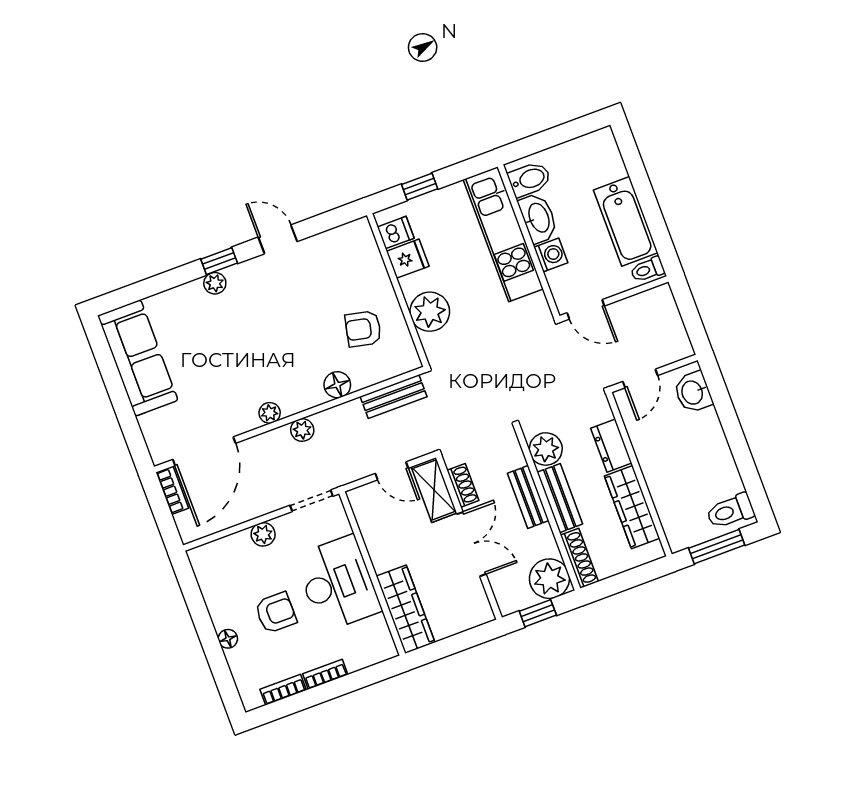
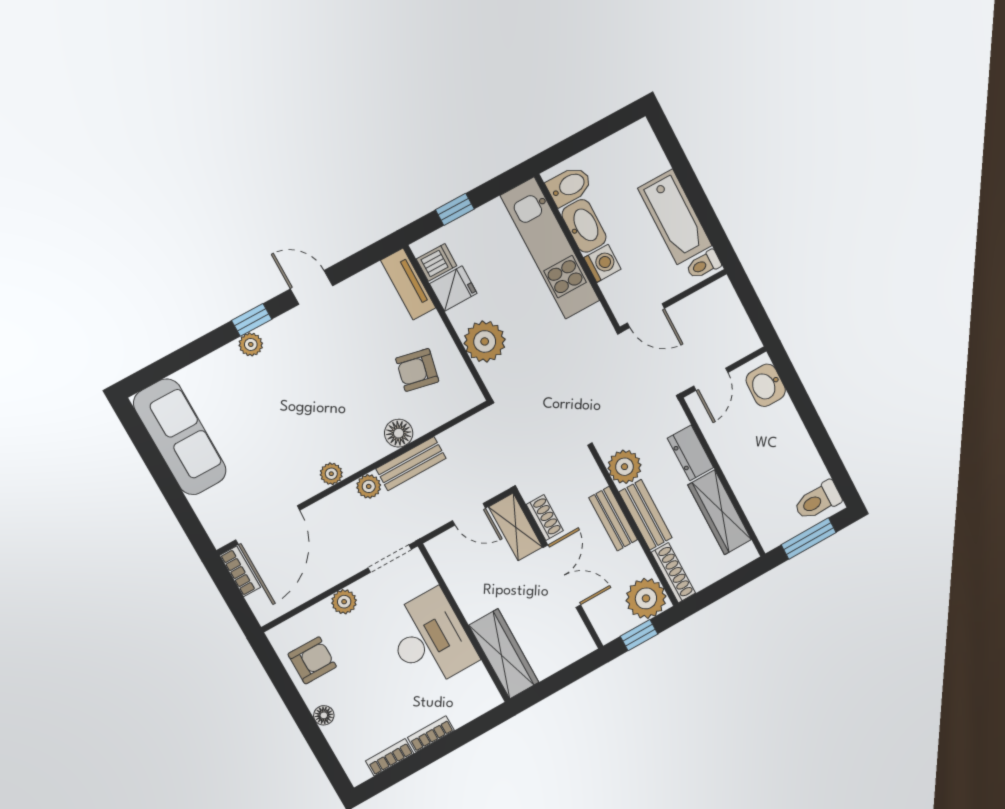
tv unit: (367, 249) -> (408, 284), added
bench: (394, 397) -> (411, 464), moved
armchair: (276, 613) -> (312, 660), moved

